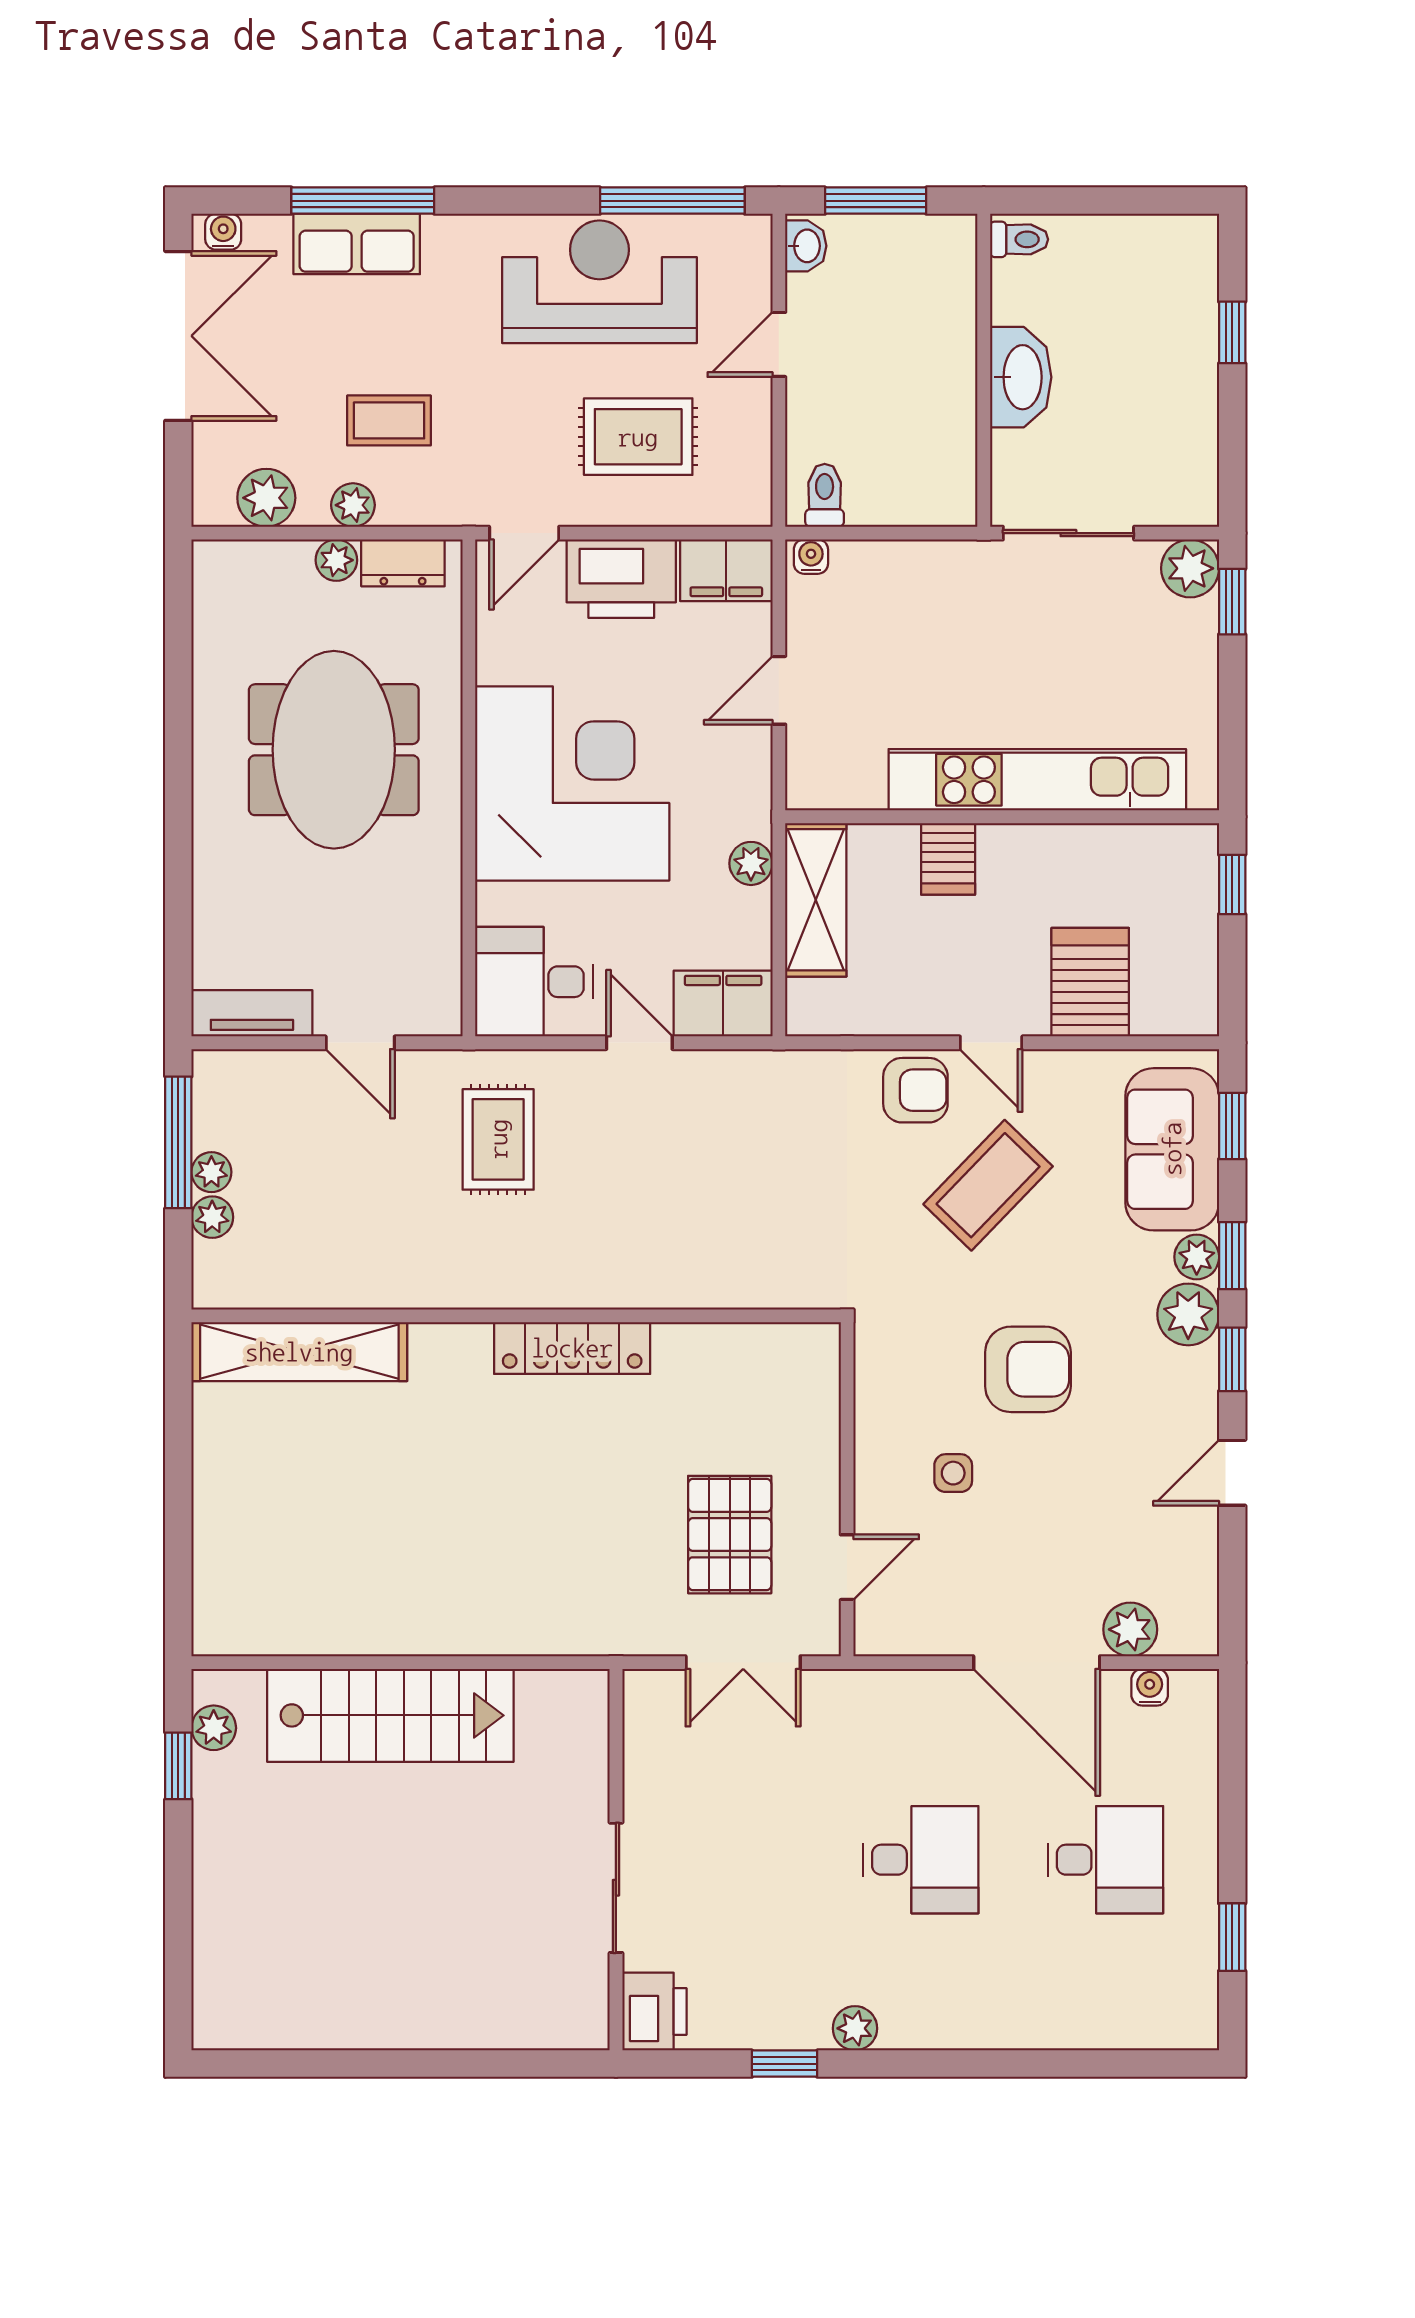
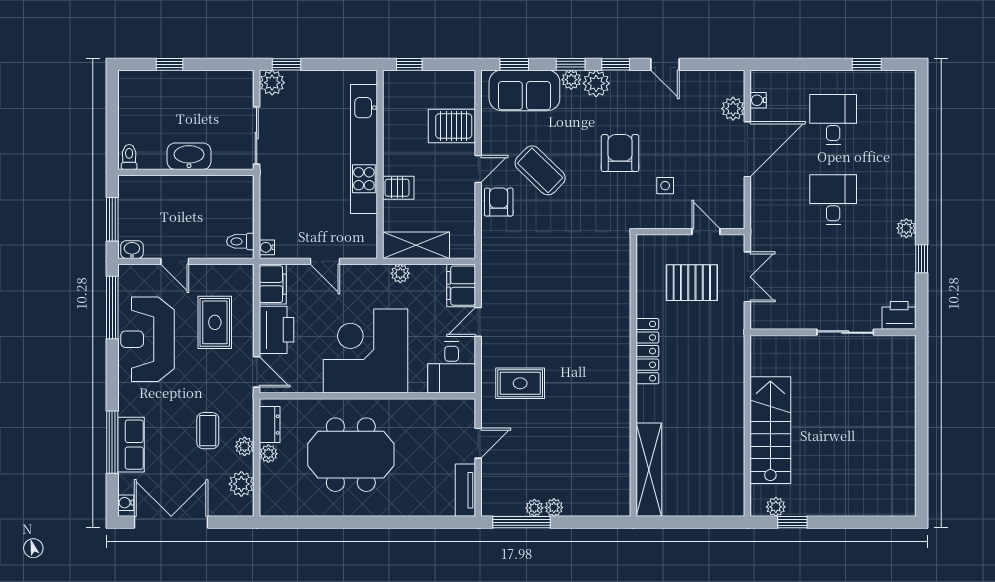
wall: (516, 1316) -> (633, 375), moved
locker: (572, 1348) -> (647, 351), moved
shelving: (299, 1352) -> (649, 470), moved

